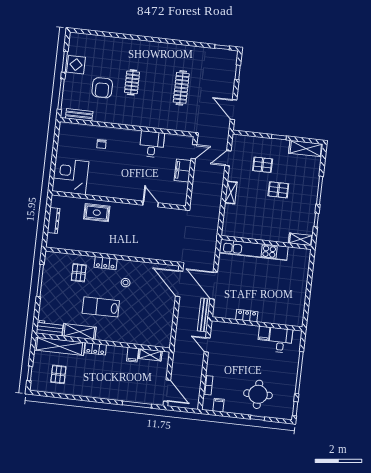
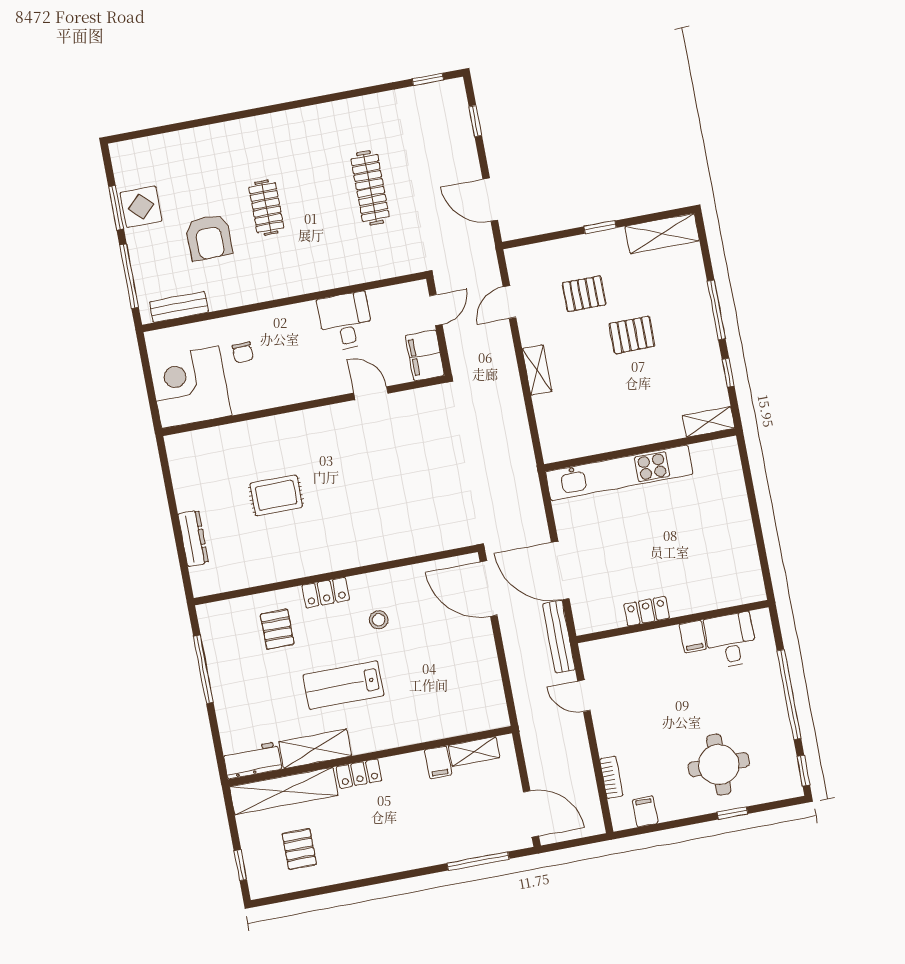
corner desk: (70, 176) -> (190, 387), moved
wall: (119, 200) -> (304, 406), moved
door: (151, 204) -> (371, 393), moved

